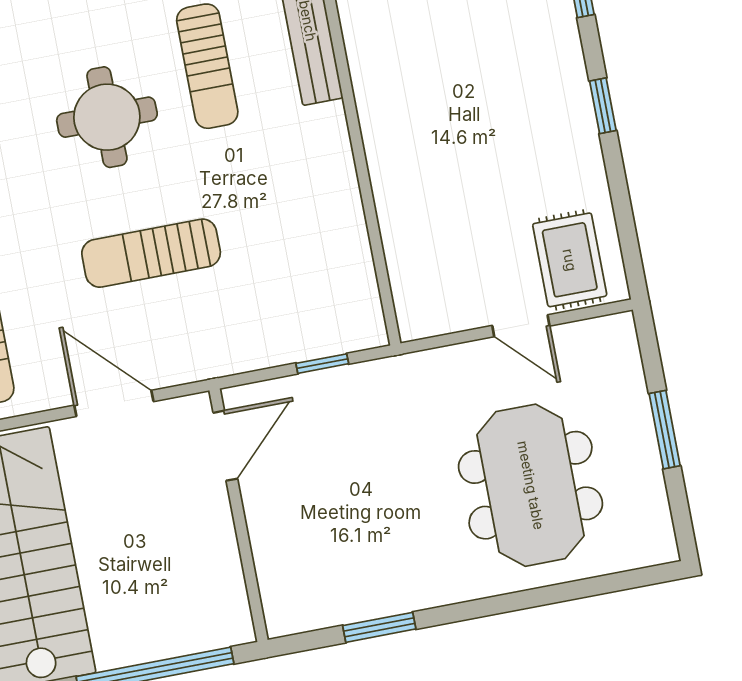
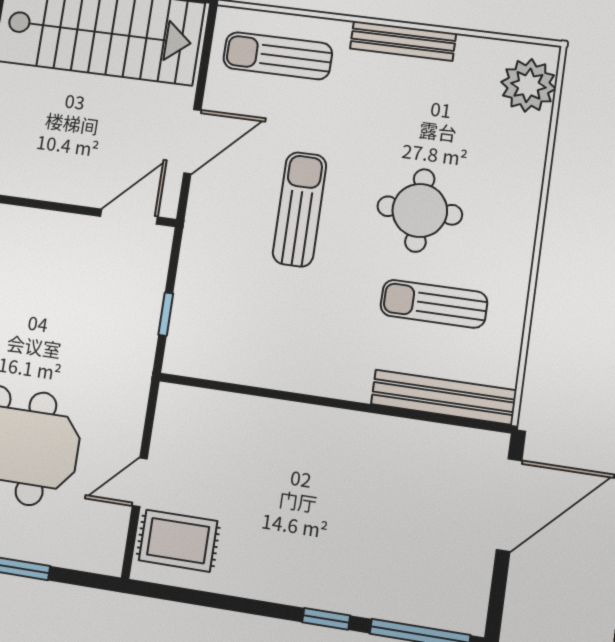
window: (603, 106) -> (326, 619), moved
door: (225, 446) -> (129, 217), swing flipped

